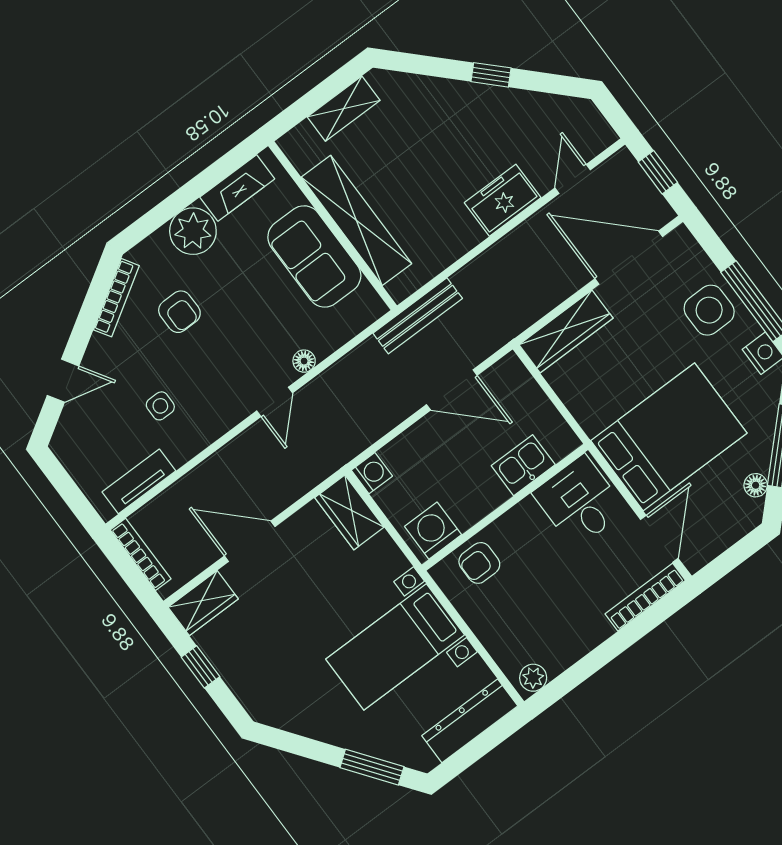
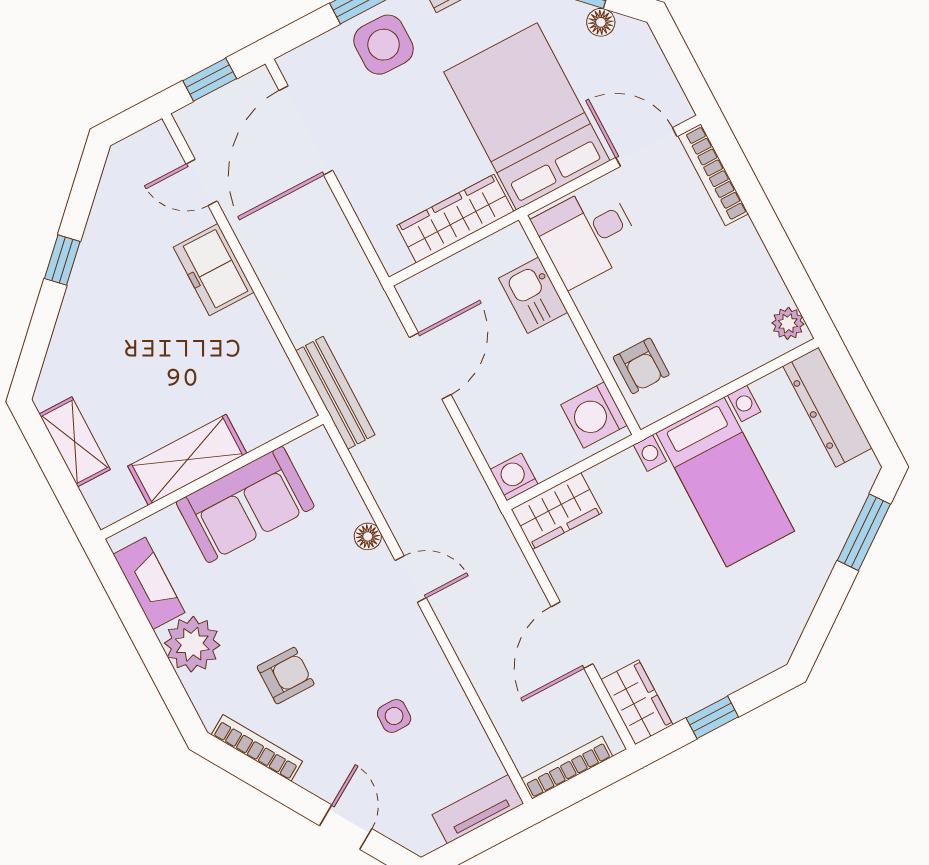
shelving: (356, 220) -> (187, 460), width x0.68
wardrobe: (566, 331) -> (455, 219), moved, turned -90
tv unit: (139, 481) -> (478, 809), moved, turned 90

